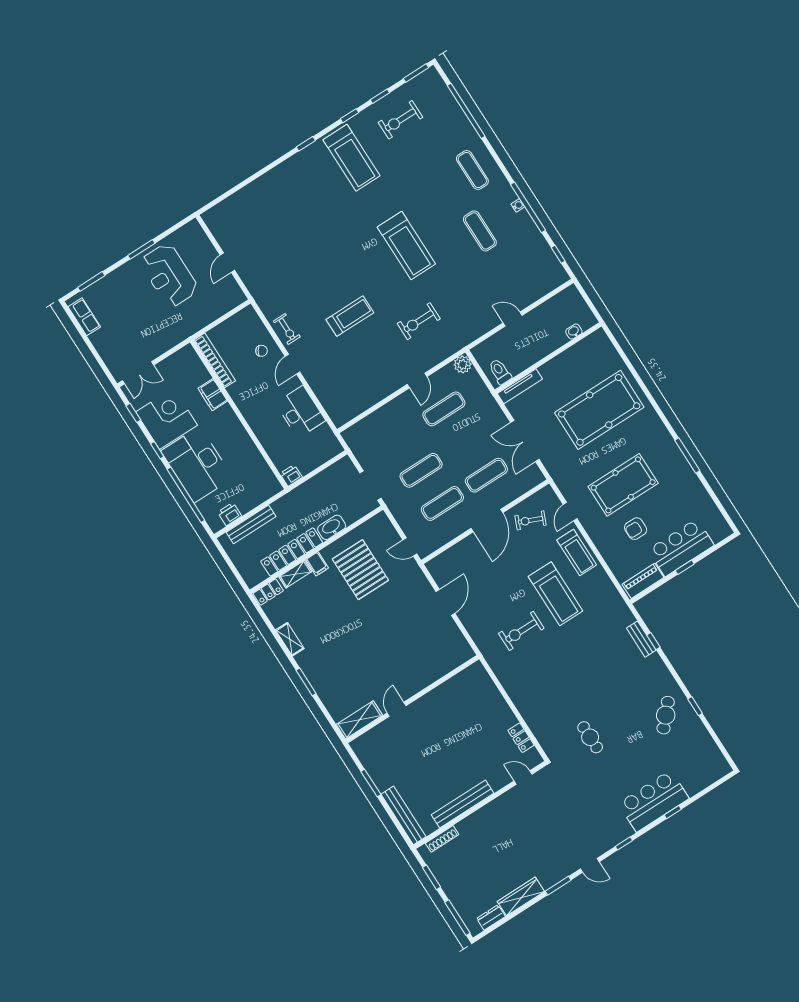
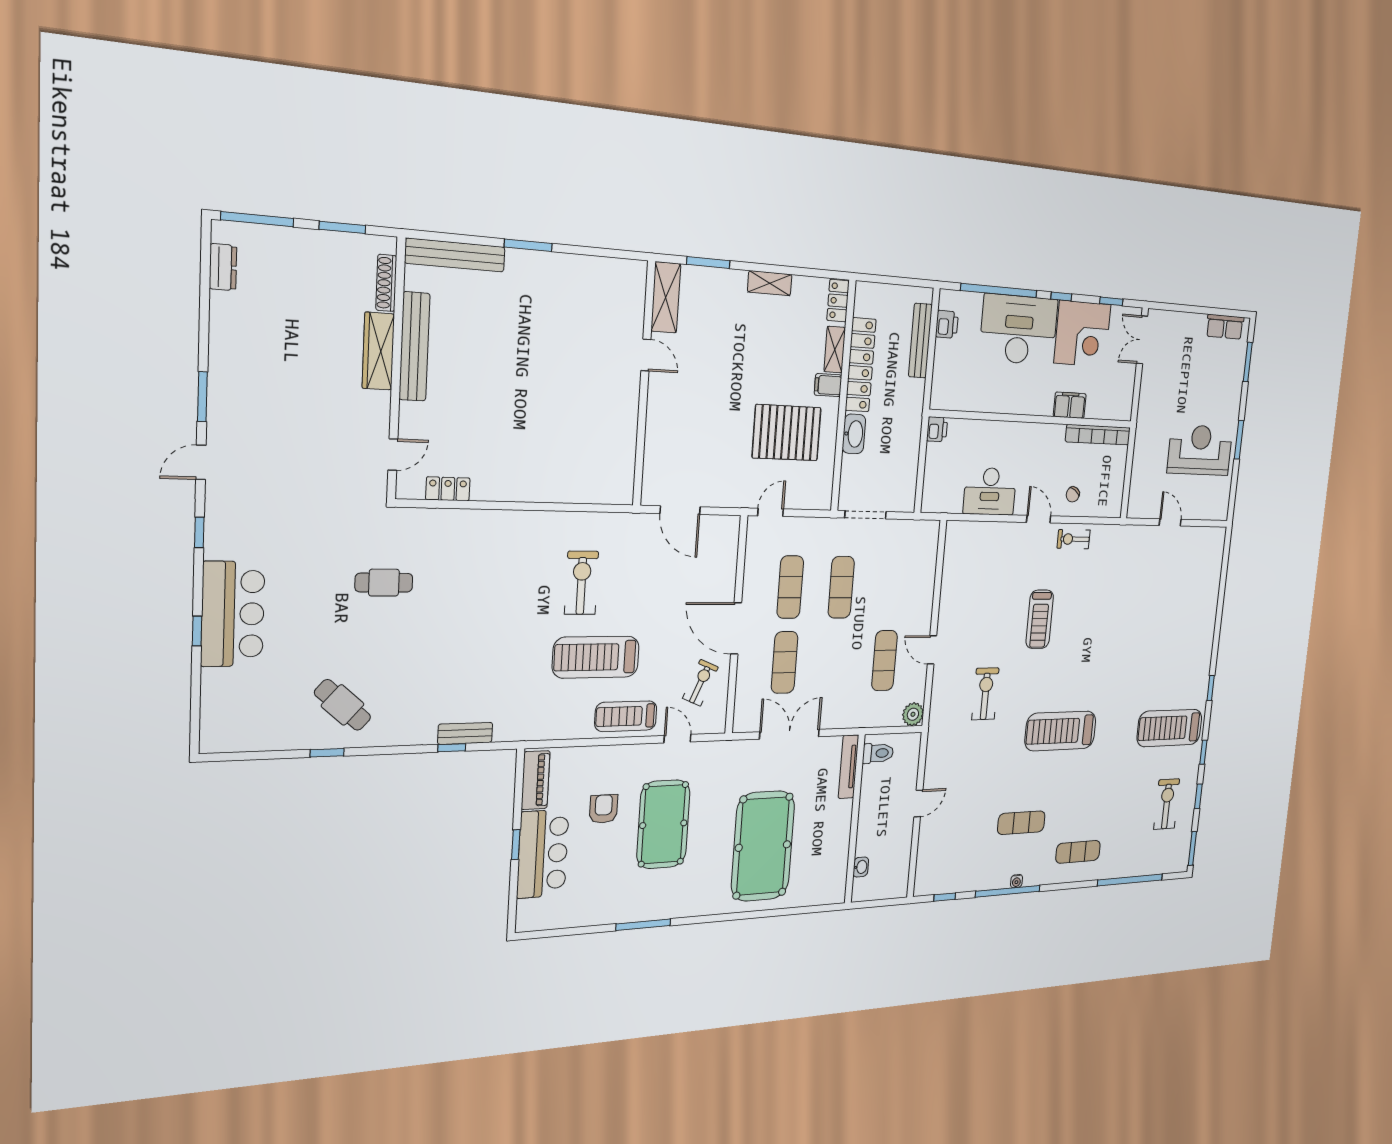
wall: (412, 699) -> (644, 384), moved
door: (397, 709) -> (646, 355), moved
shelving: (359, 720) -> (666, 297), moved
wardrobe: (521, 896) -> (378, 351), moved, turned 180

